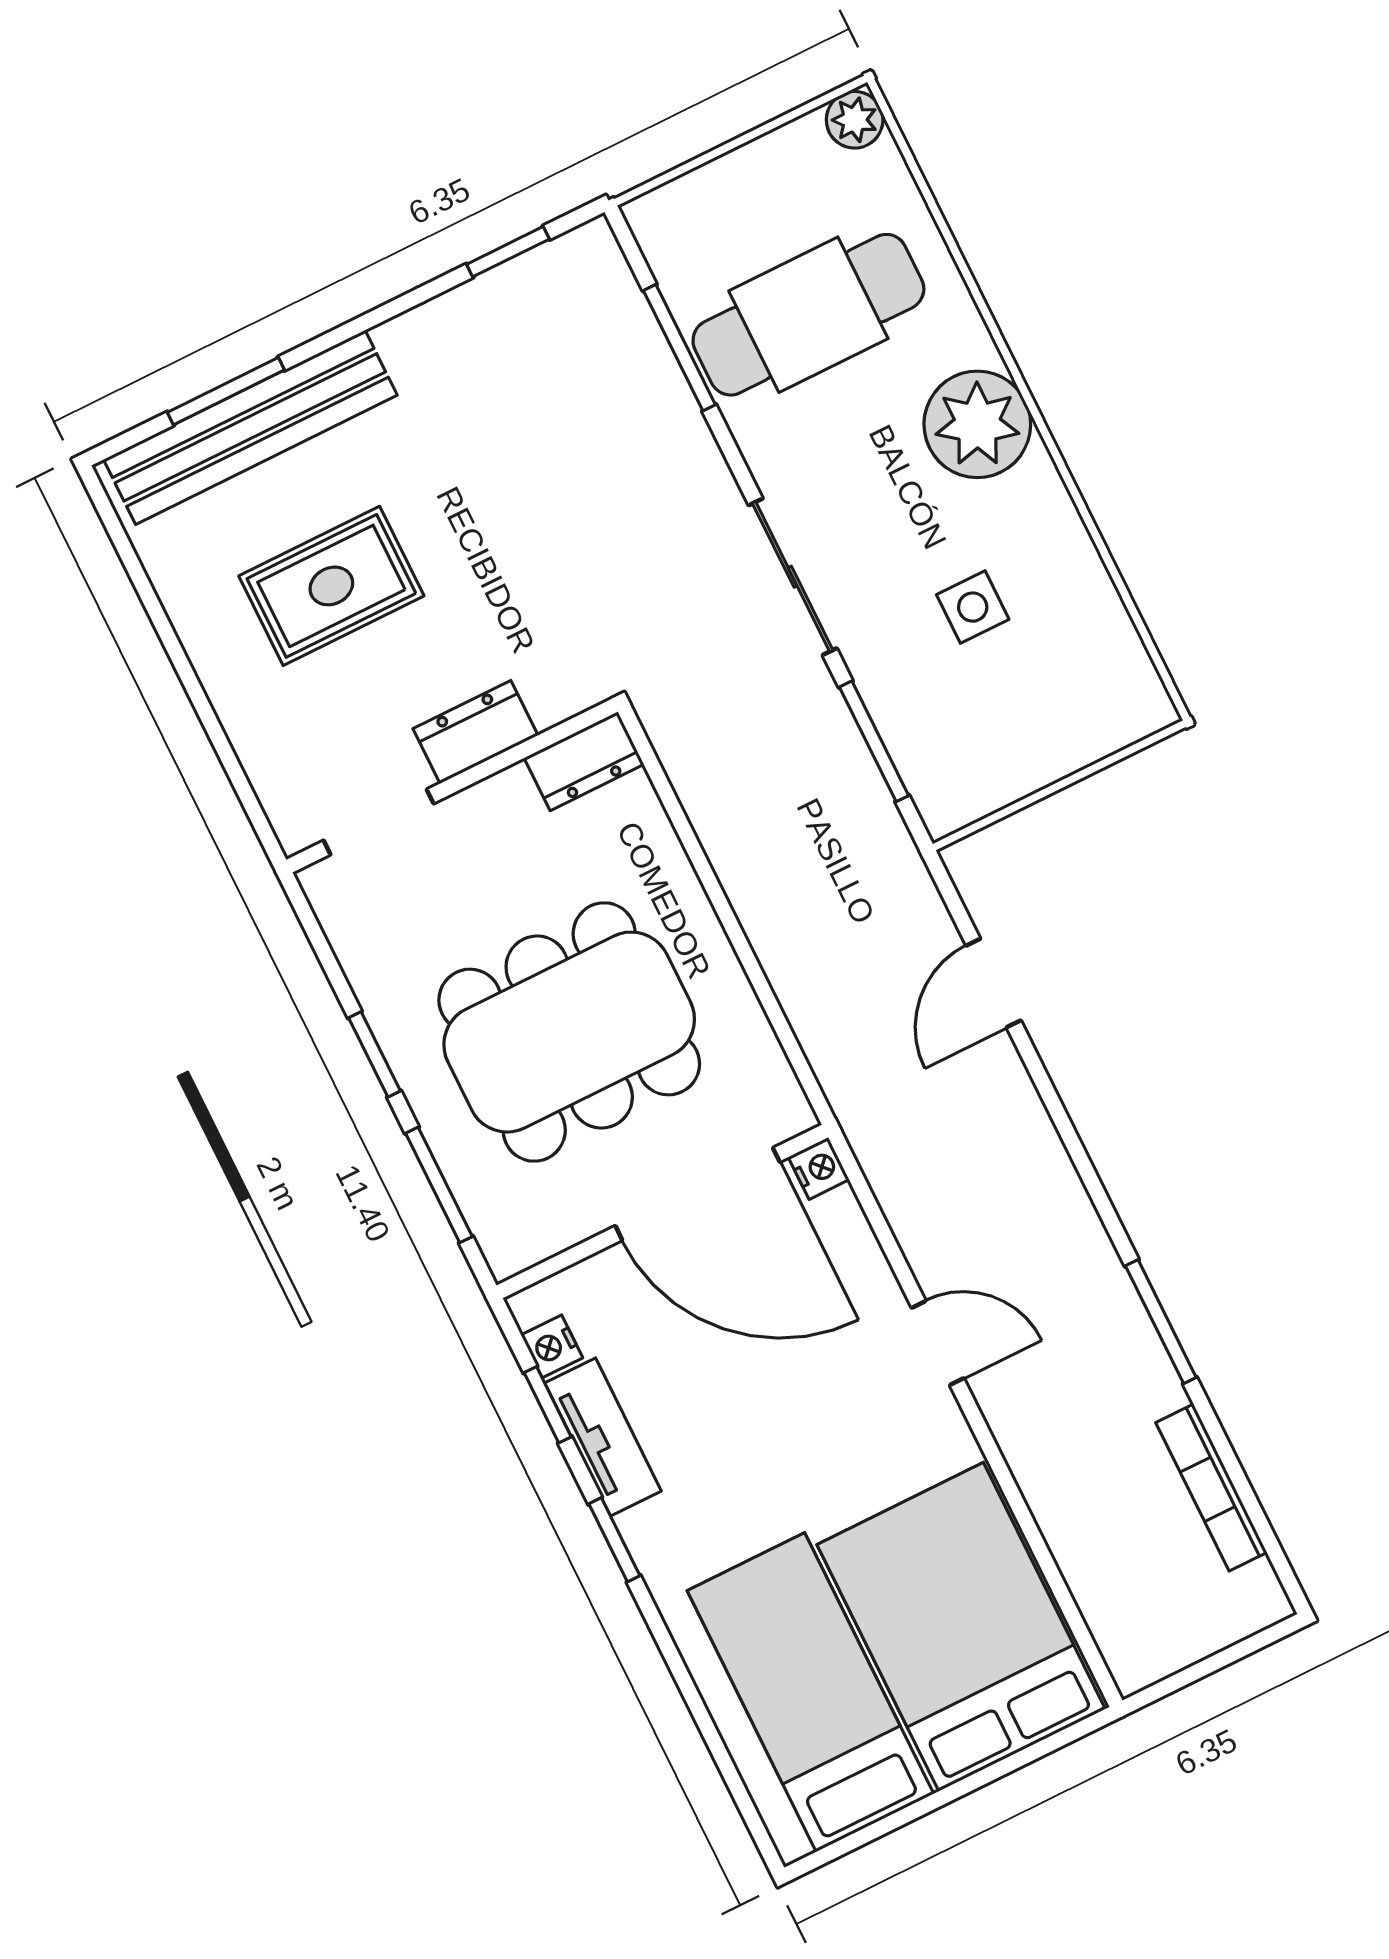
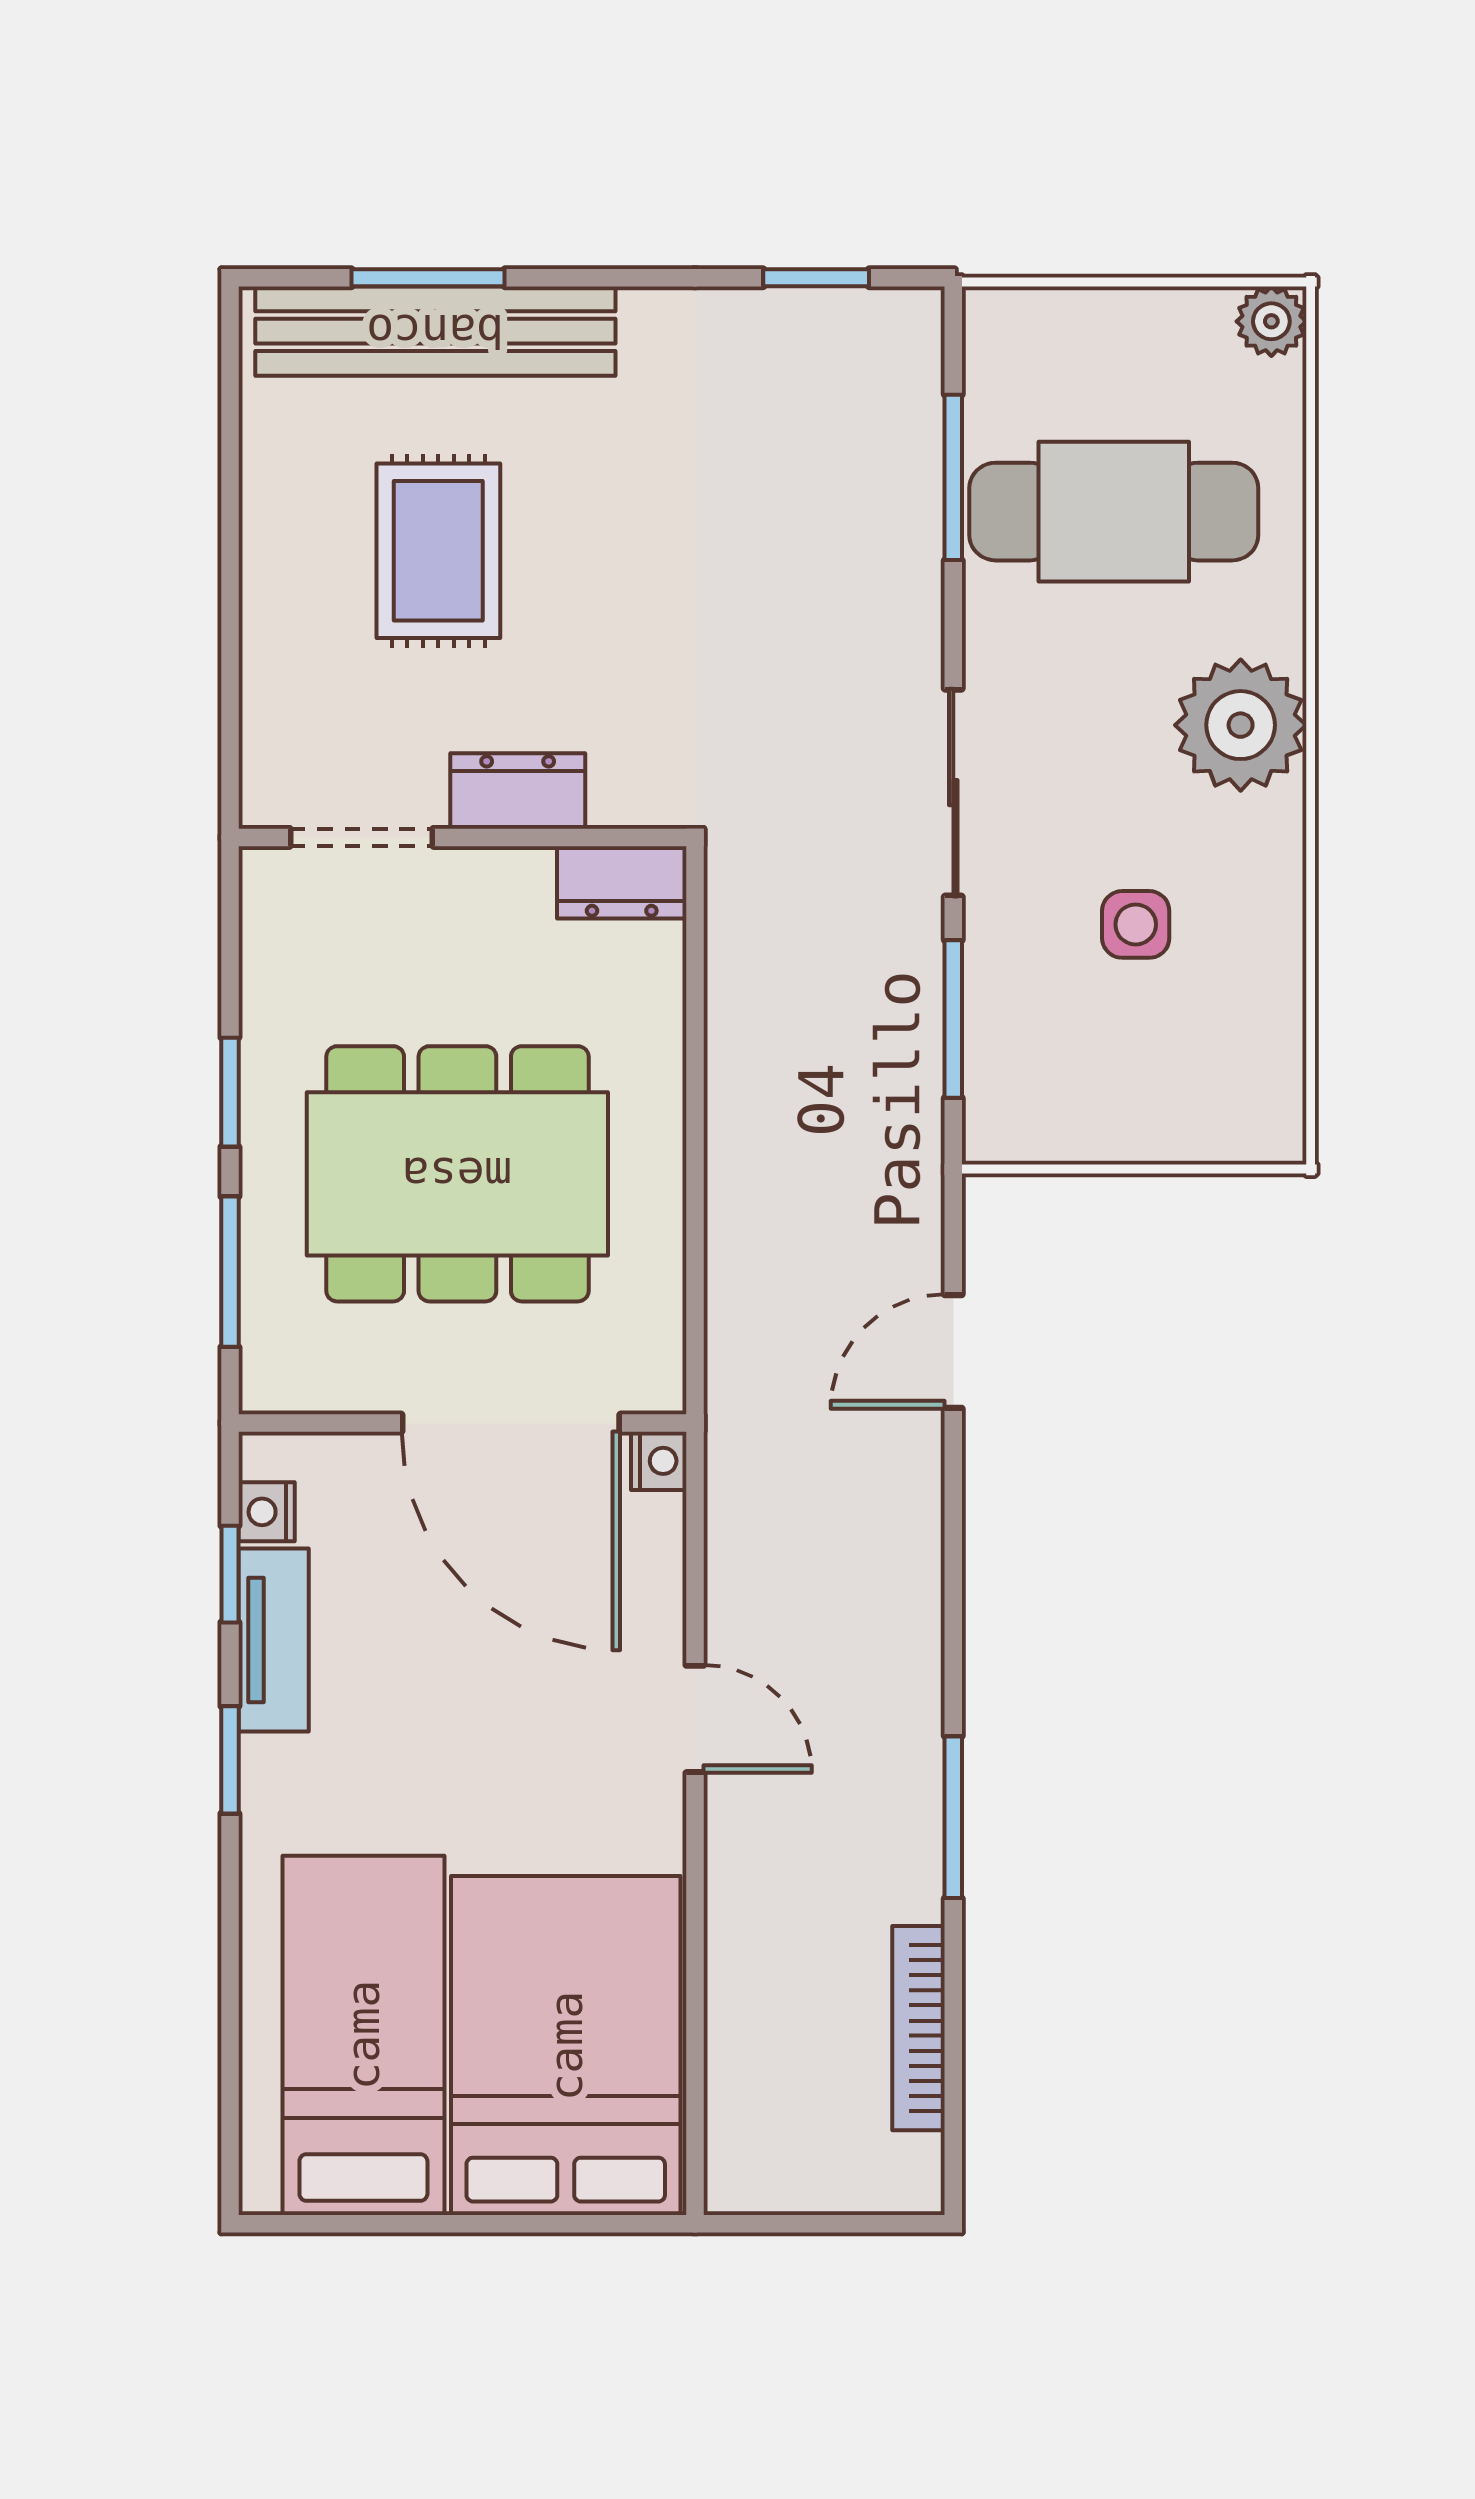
rug: (331, 586) -> (438, 551), turned 90

